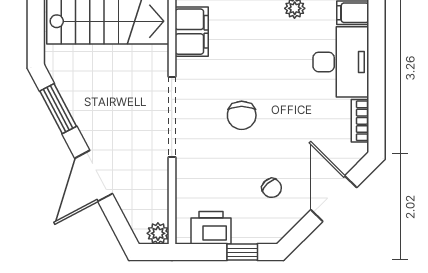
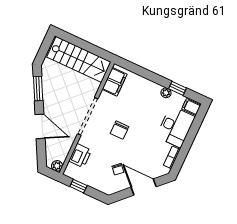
door: (94, 176) -> (40, 126), swing flipped
door: (334, 199) -> (144, 187), hinge flipped
printer: (211, 228) -> (80, 156), moved, turned 90
window: (242, 252) -> (78, 186), moved

